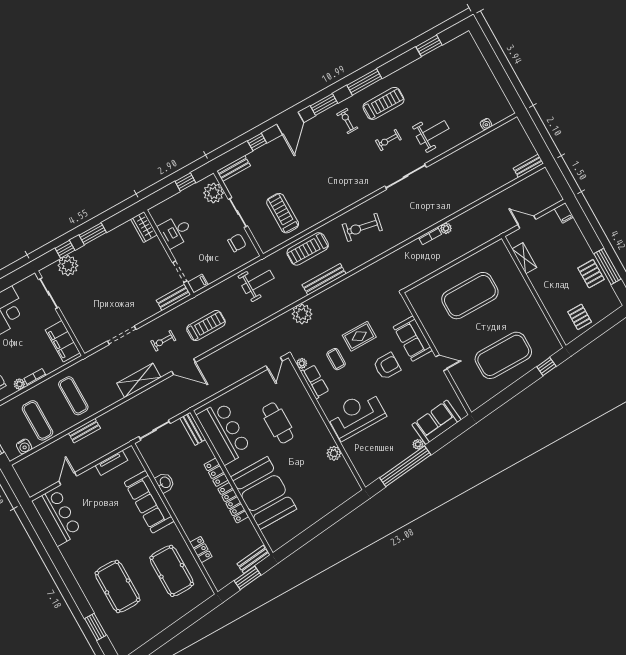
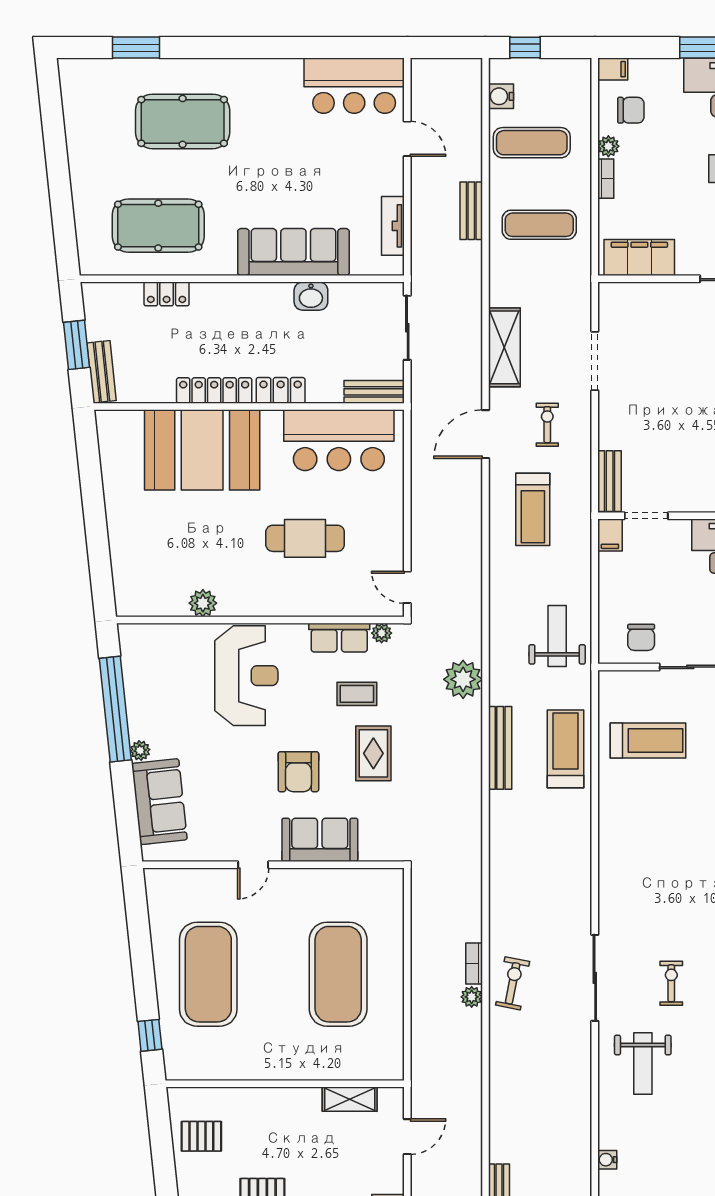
exercise bike: (362, 227) -> (513, 983), moved, width x0.73, depth x0.72
weight bench: (258, 282) -> (557, 636), turned 180

